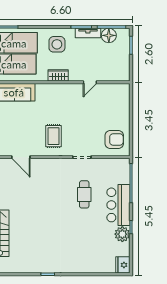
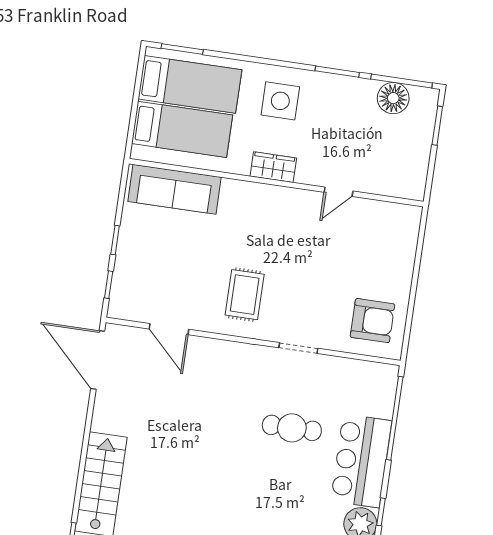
tv unit: (88, 33) -> (350, 86), removed
cafe table: (84, 194) -> (292, 428), turned 90

